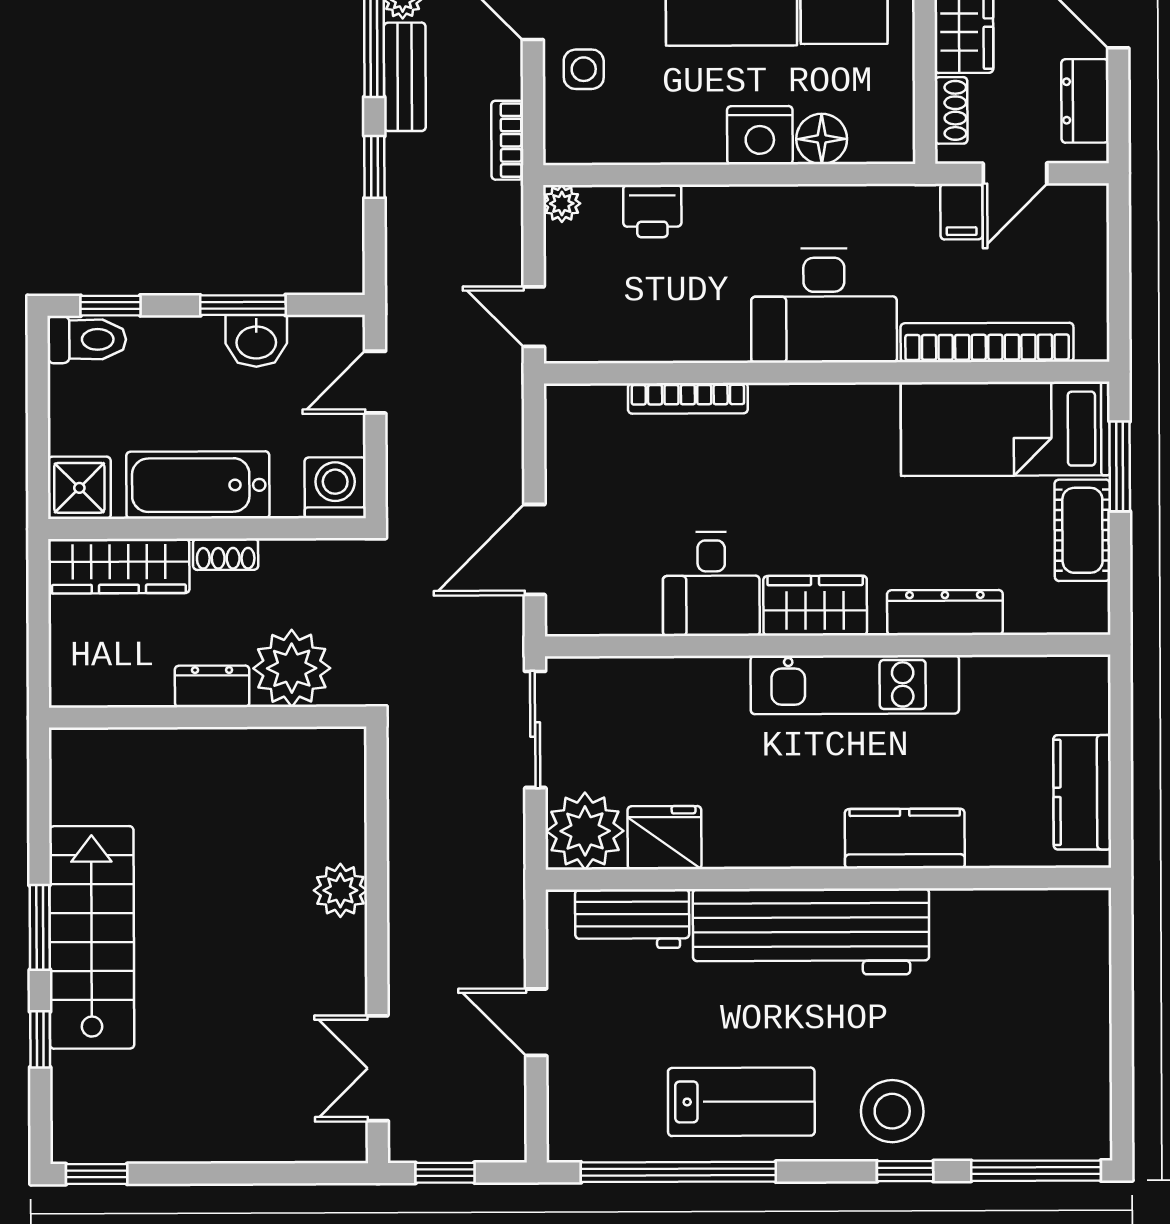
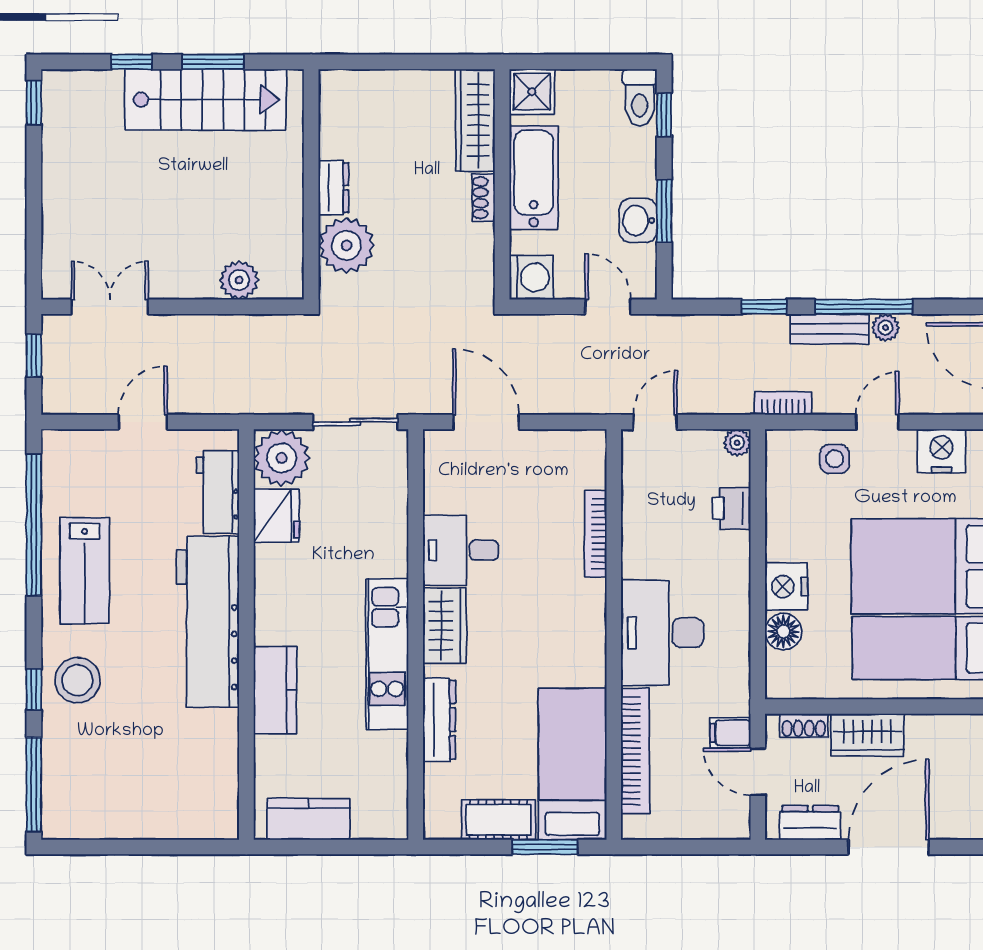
plant: (292, 668) -> (346, 245), moved
dresser: (212, 686) -> (334, 188), moved
wall: (208, 717) -> (311, 184), moved

